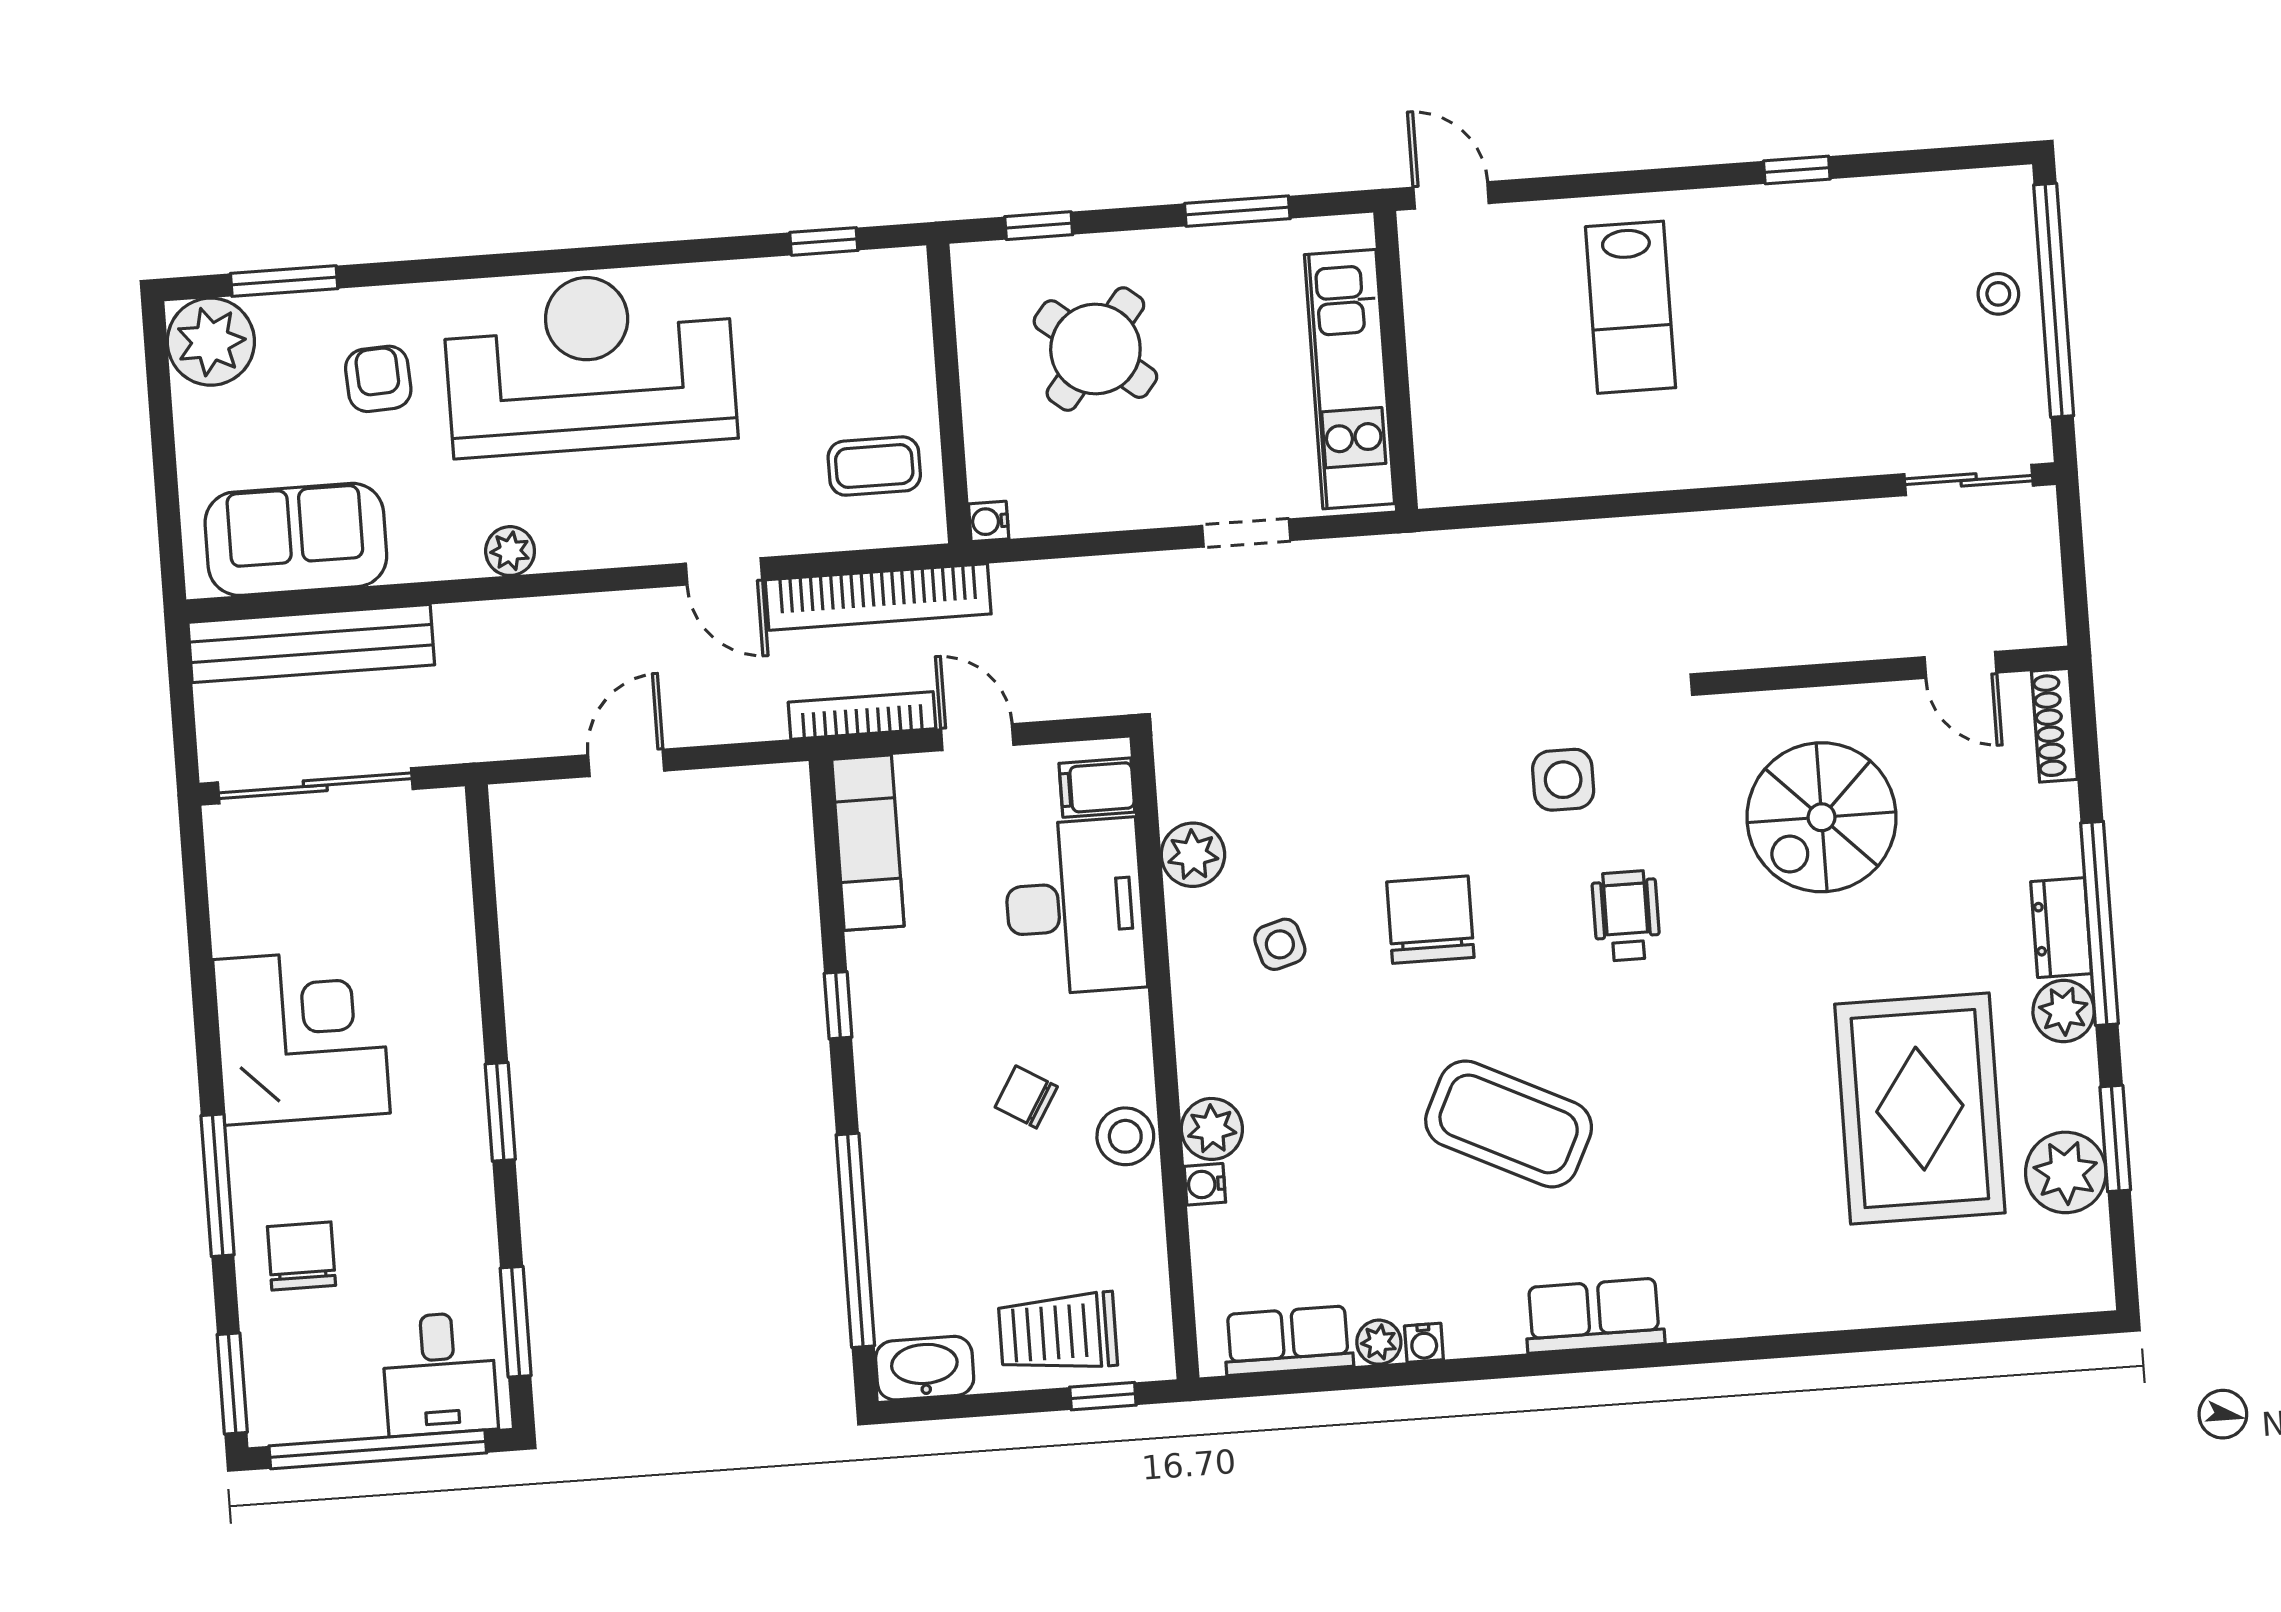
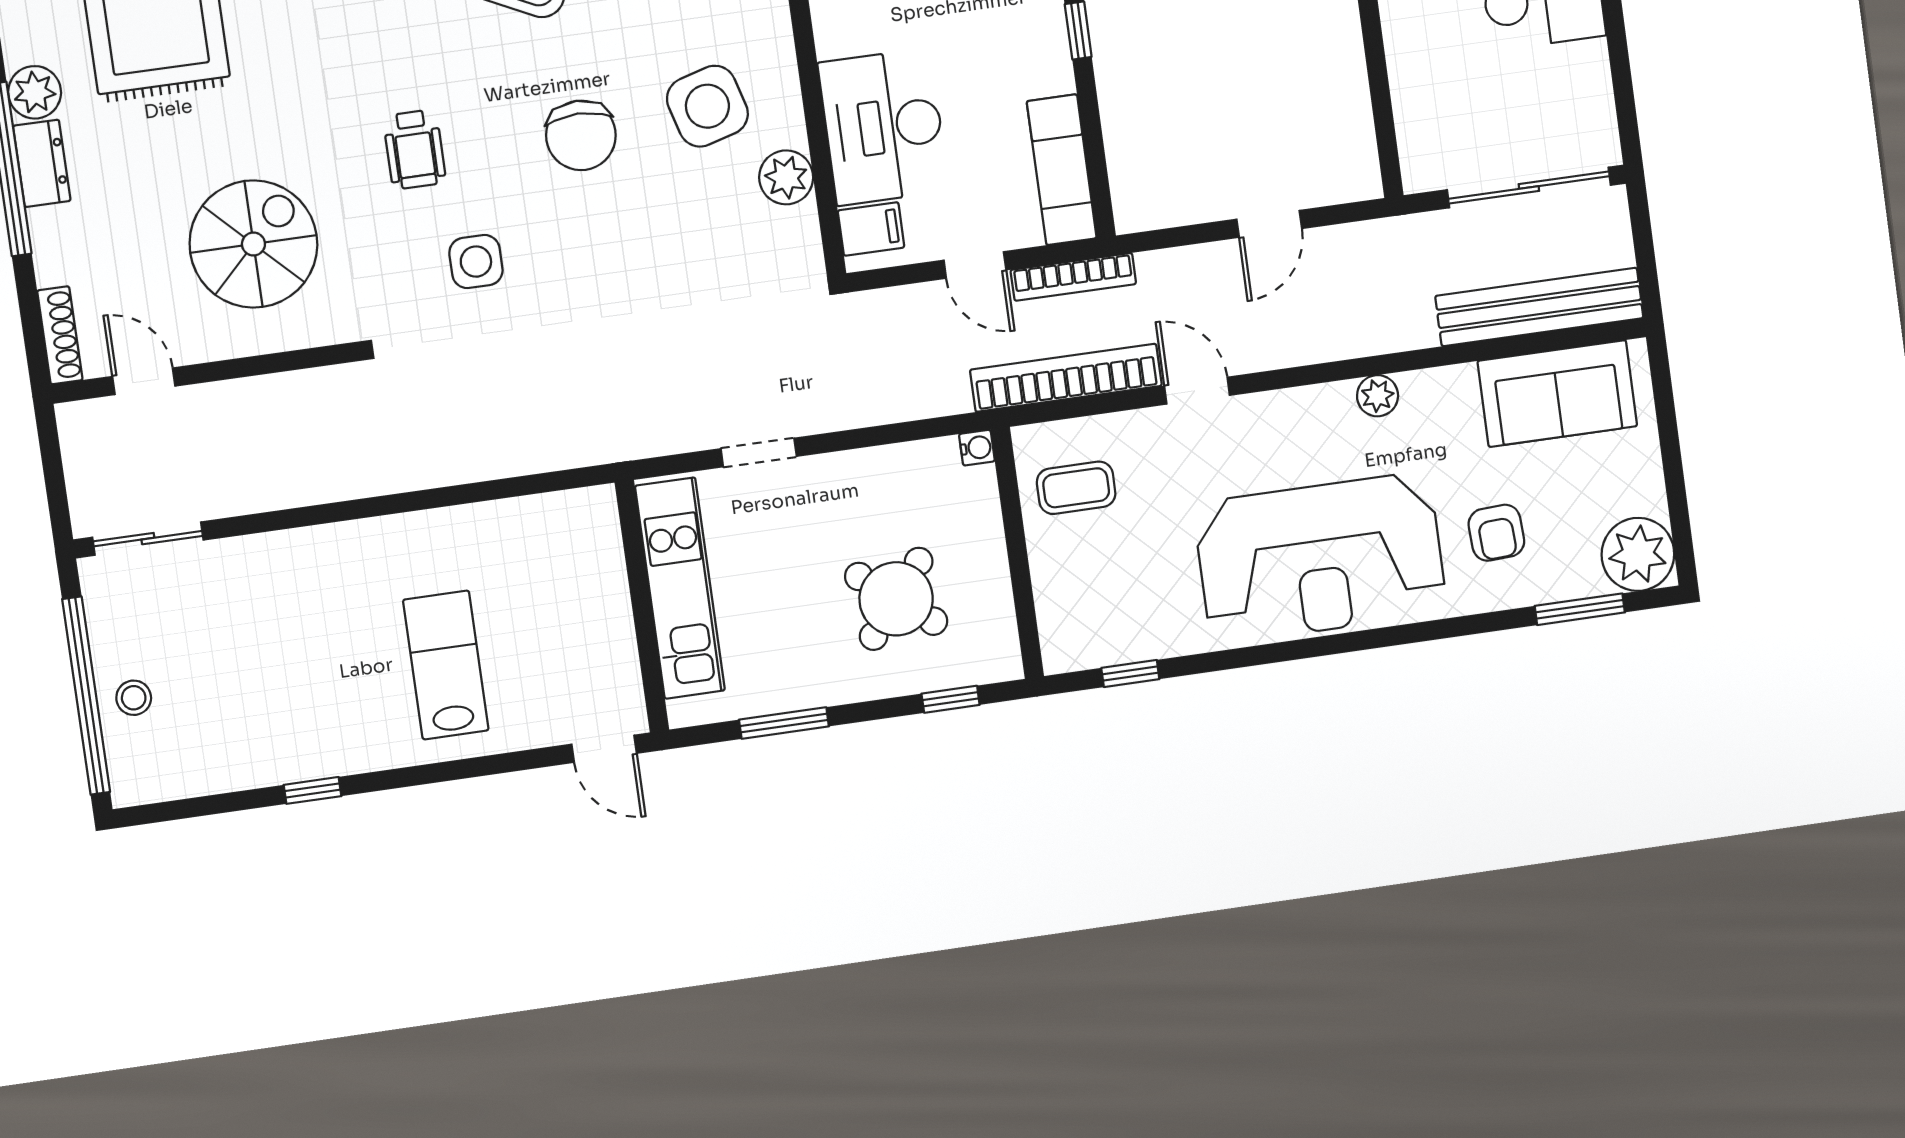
side table: (1280, 944) -> (707, 106), width x1.87, depth x1.87

